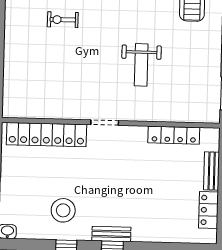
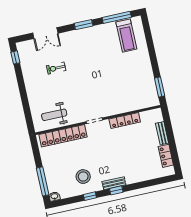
weight bench: (141, 65) -> (54, 115), moved, turned 90
locker: (174, 135) -> (125, 121), moved

